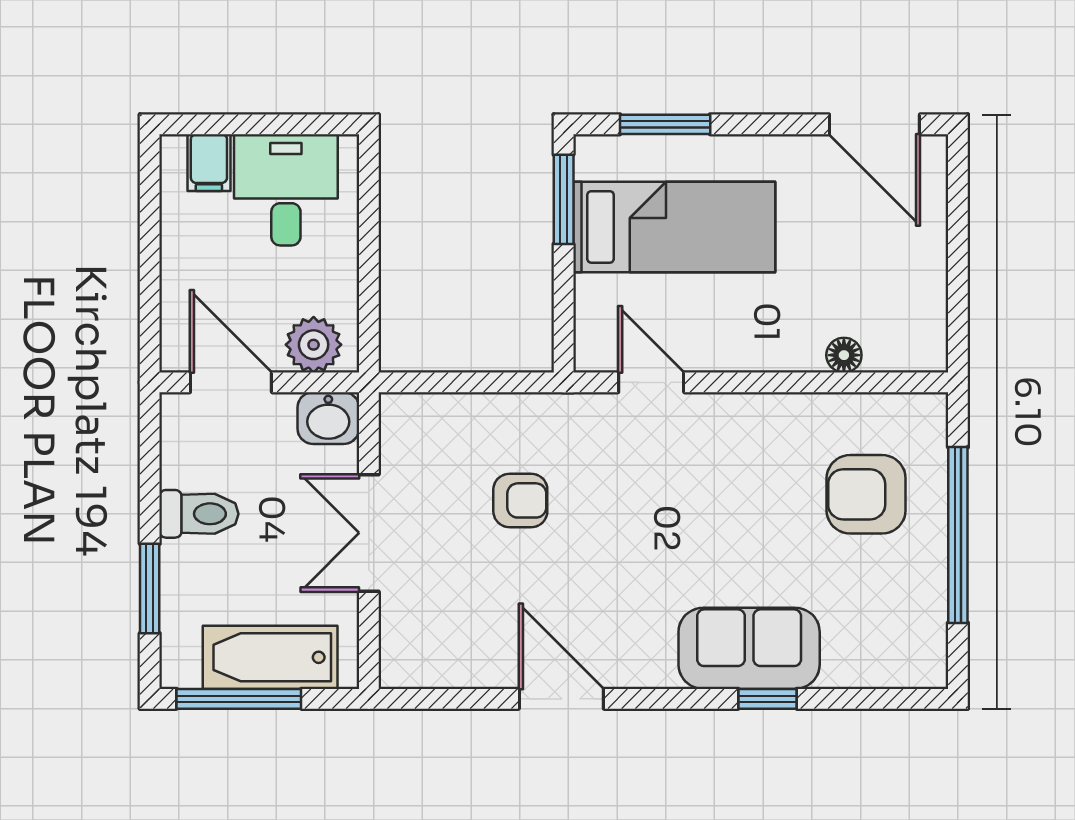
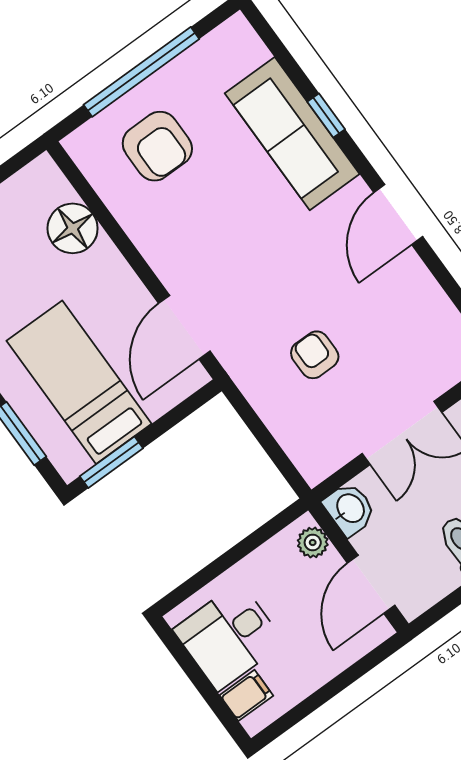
plant: (314, 345) -> (313, 542), width x0.73, depth x0.73
floor lamp: (844, 355) -> (73, 228), width x1.89, depth x1.89
door: (651, 382) -> (184, 327), width x1.38
sofa: (749, 648) -> (292, 134), width x1.36
door: (561, 699) -> (398, 215), moved

